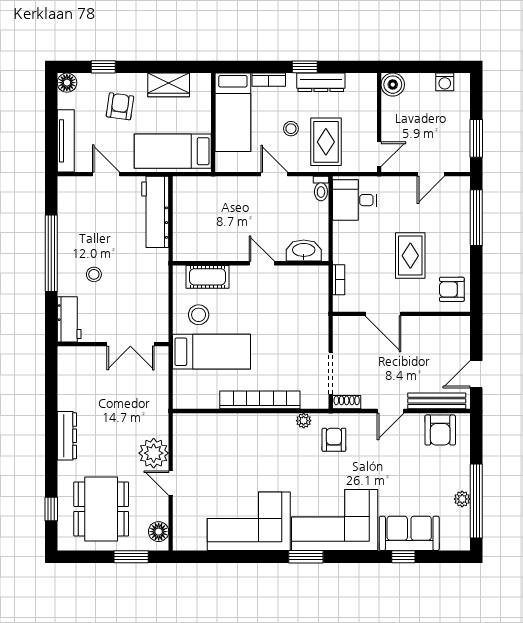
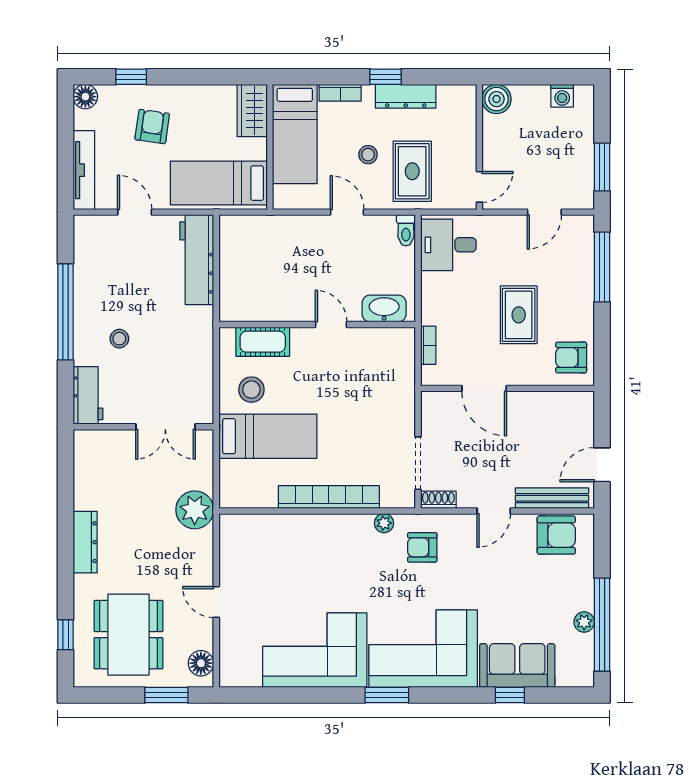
wardrobe: (169, 85) -> (252, 111), moved, turned 90
armchair: (440, 430) -> (556, 535), turned -90
armchair: (334, 440) -> (422, 547), turned -90
plant: (154, 453) -> (195, 510), moved

